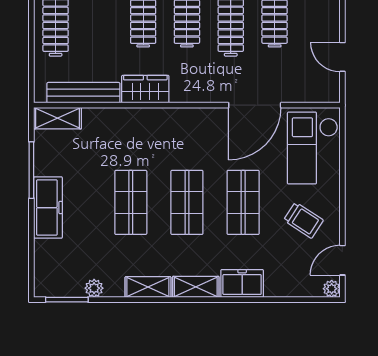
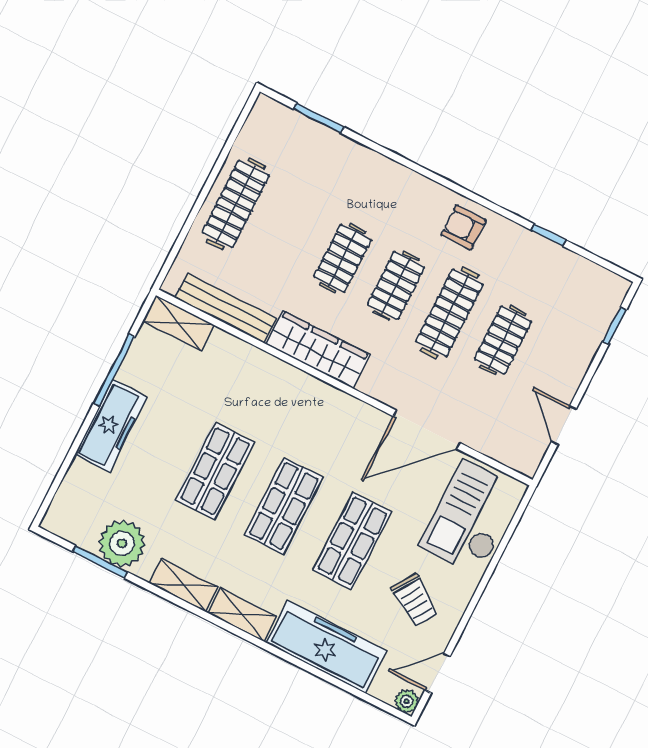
wardrobe: (145, 89) -> (318, 349), width x1.50
freezer: (242, 283) -> (326, 647), width x1.91, depth x1.26
plant: (94, 288) -> (122, 543), width x1.88, depth x1.88
window: (67, 300) -> (100, 562), moved

